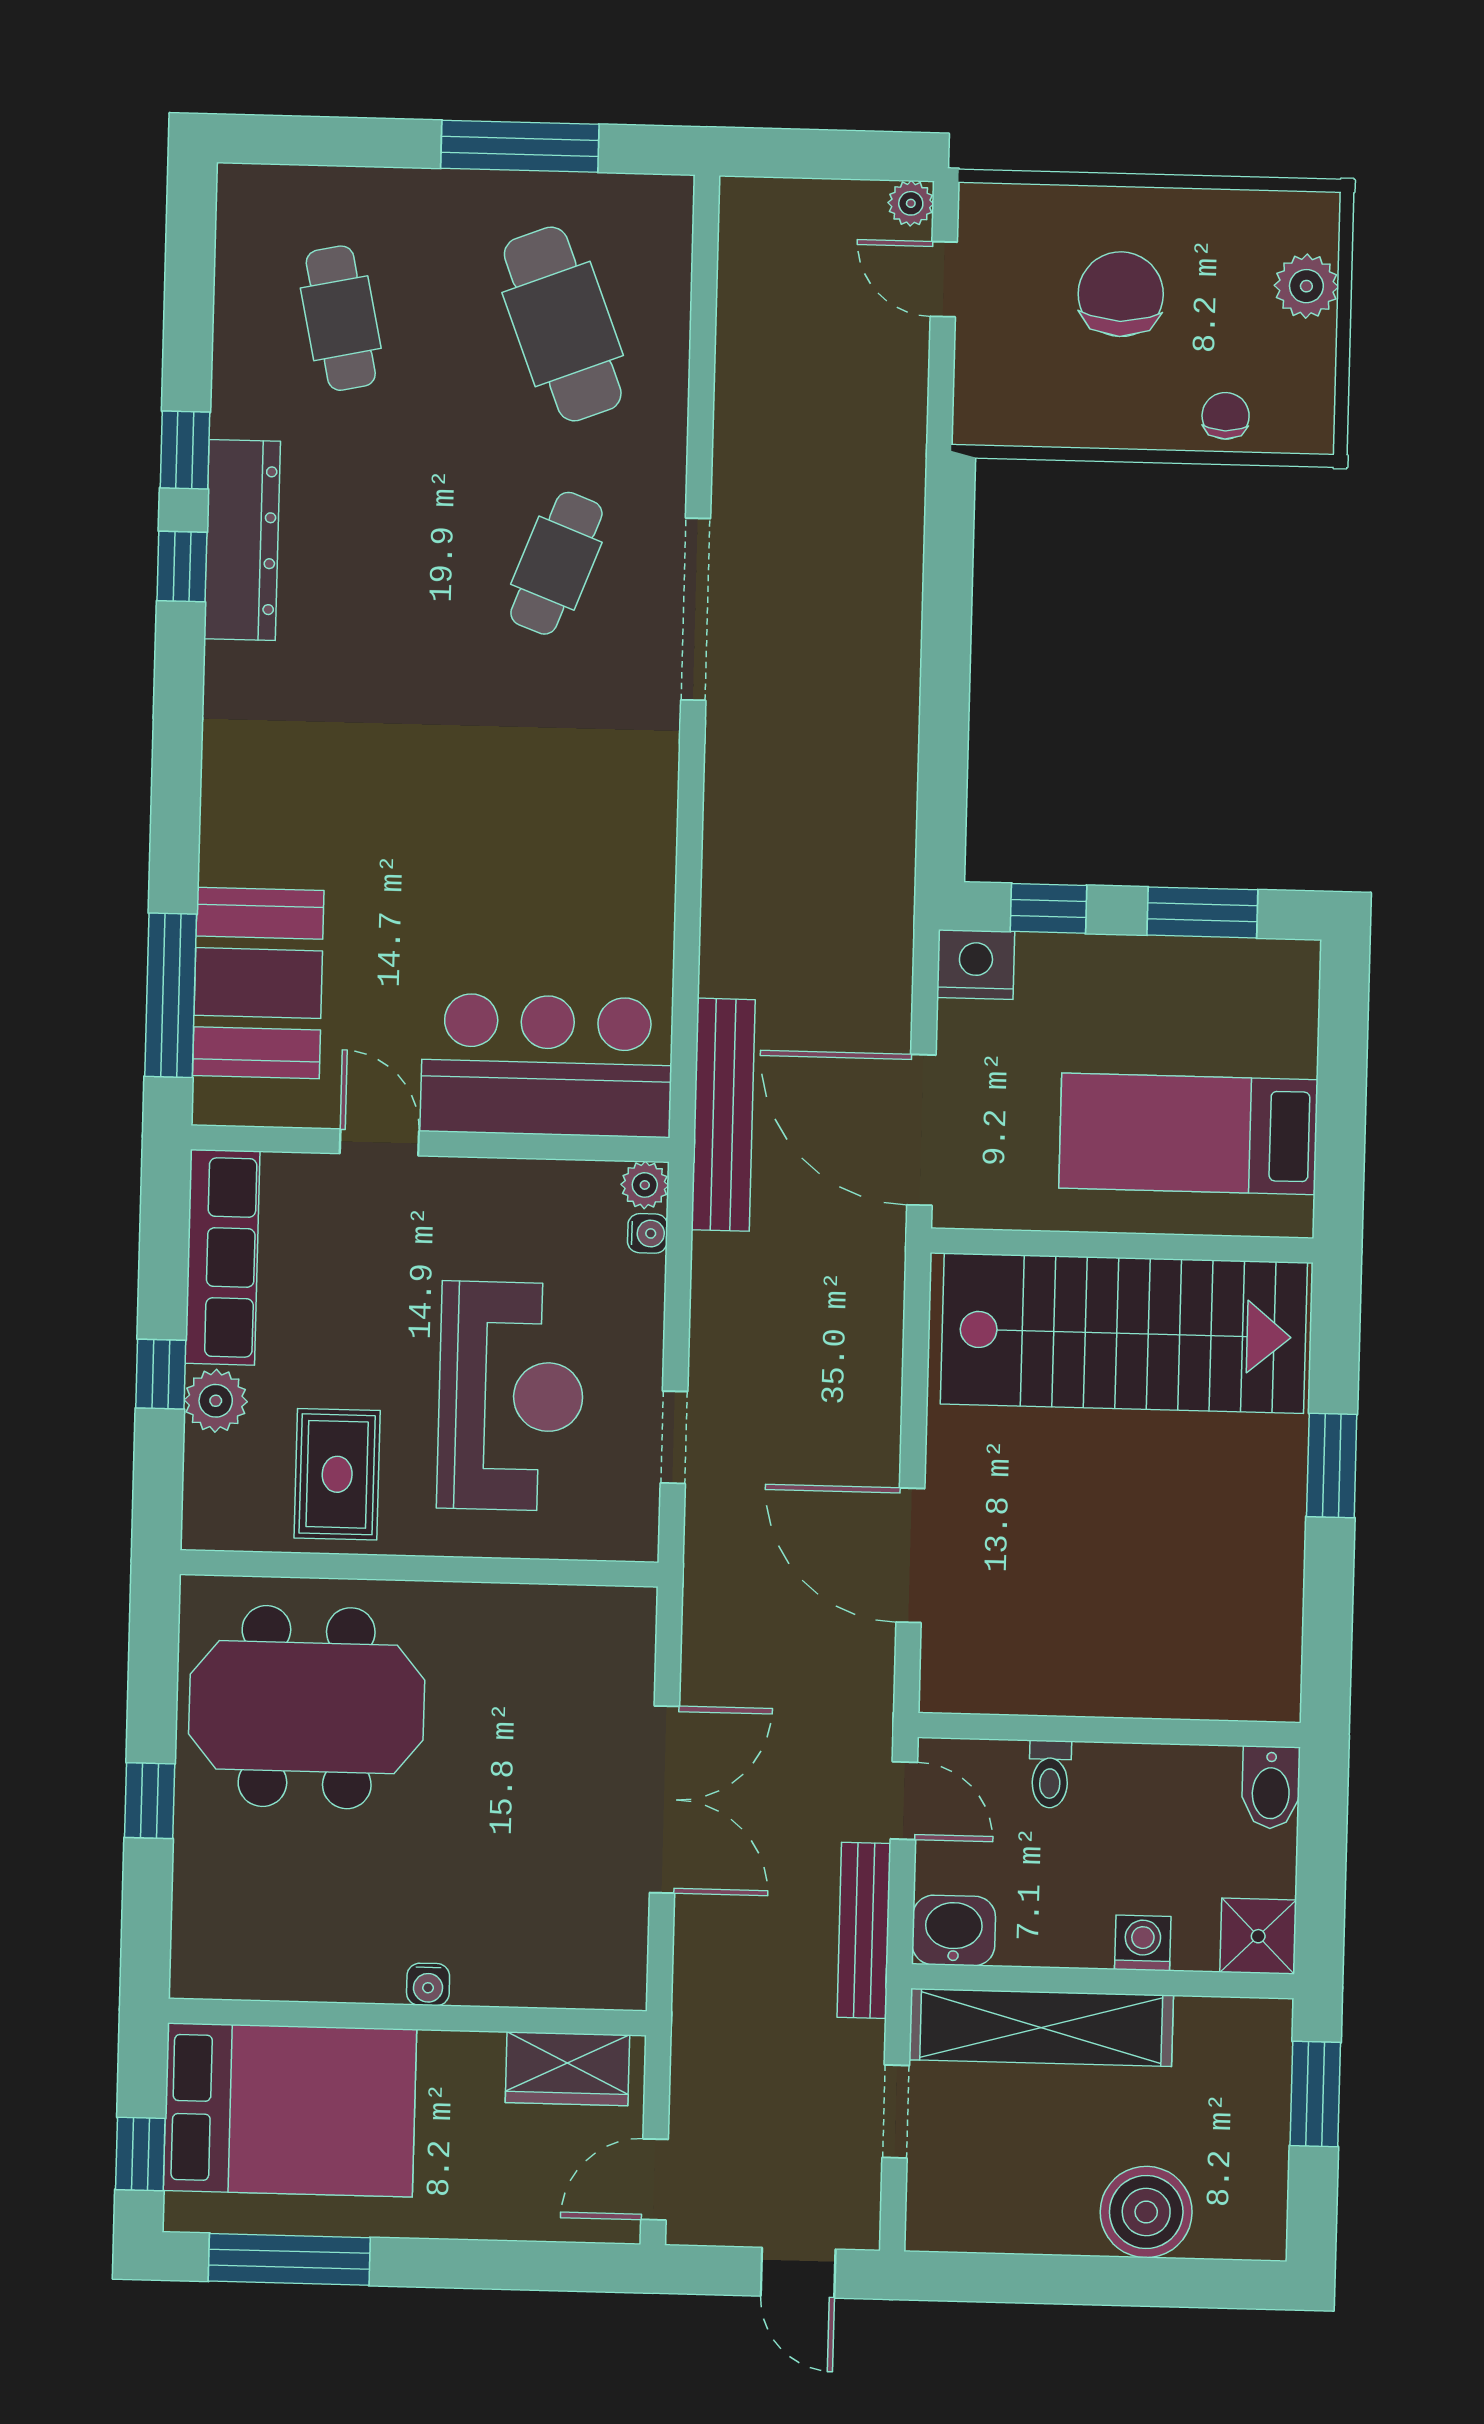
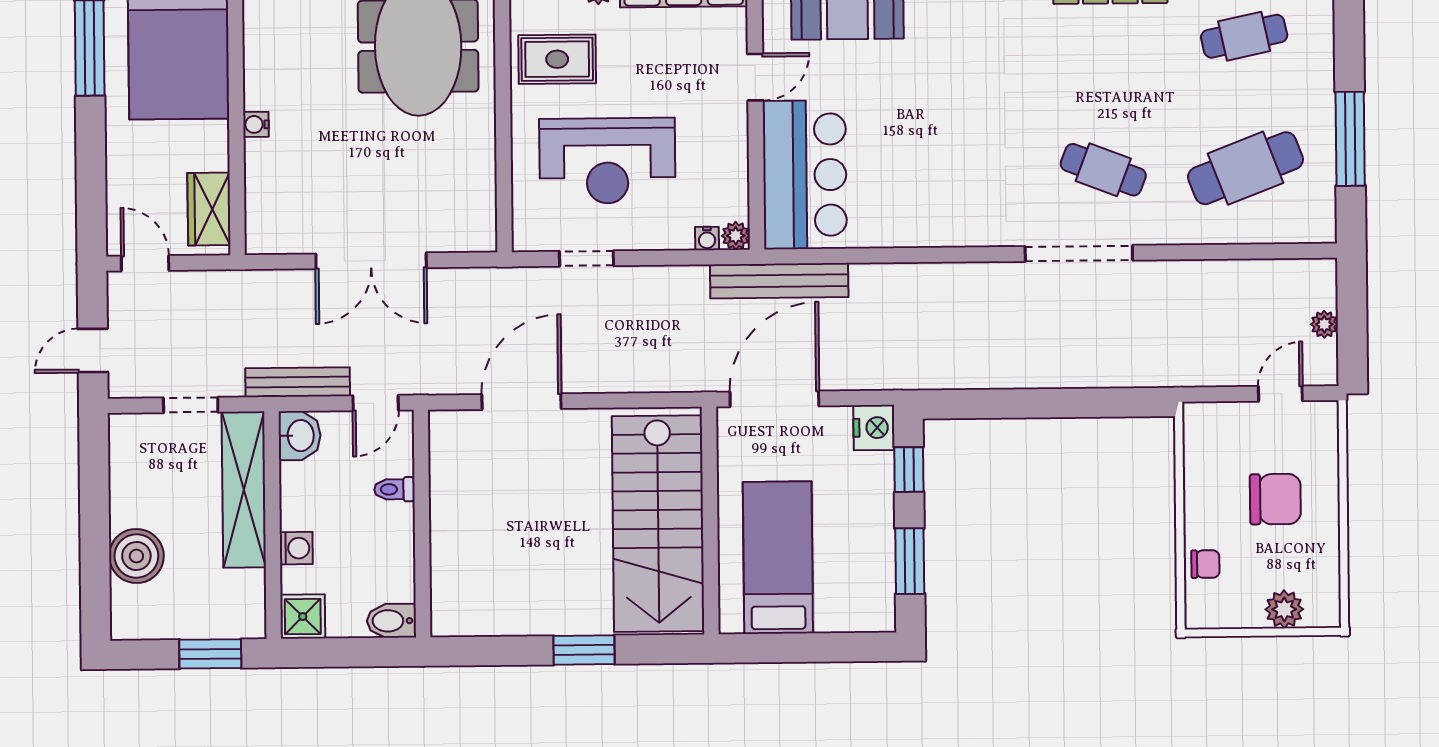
plant: (911, 203) -> (1324, 324), moved

